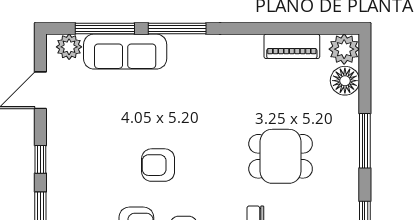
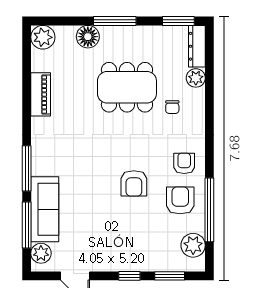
piano: (292, 46) -> (41, 94), moved
floor lamp: (345, 81) -> (88, 37), moved
dining table: (281, 156) -> (127, 87), width x1.38

